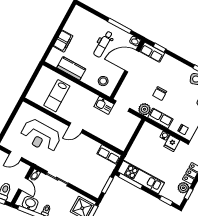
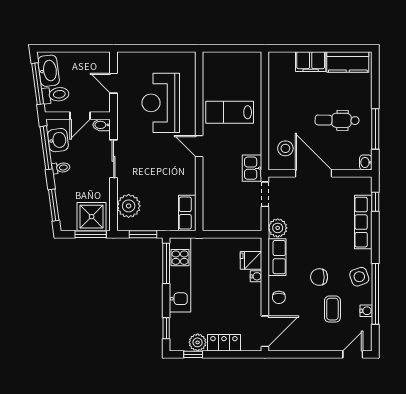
row of seats: (152, 52) -> (363, 222), moved, width x1.48
door: (132, 61) -> (314, 173), moved
kitchen counter: (71, 68) -> (348, 62), moved, turned 90
chair: (160, 94) -> (319, 277), moved
lab bench: (57, 96) -> (230, 112), moved
fridge: (172, 143) -> (251, 260), moved
plant: (88, 185) -> (129, 206), added

